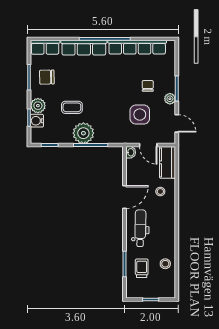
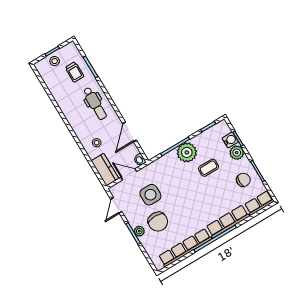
chair: (148, 86) -> (158, 222), width x1.87, depth x1.87
plant: (170, 99) -> (139, 231), moved
door: (177, 123) -> (116, 205), hinge flipped
door: (124, 197) -> (130, 132), moved
stool: (165, 264) -> (55, 61), moved

